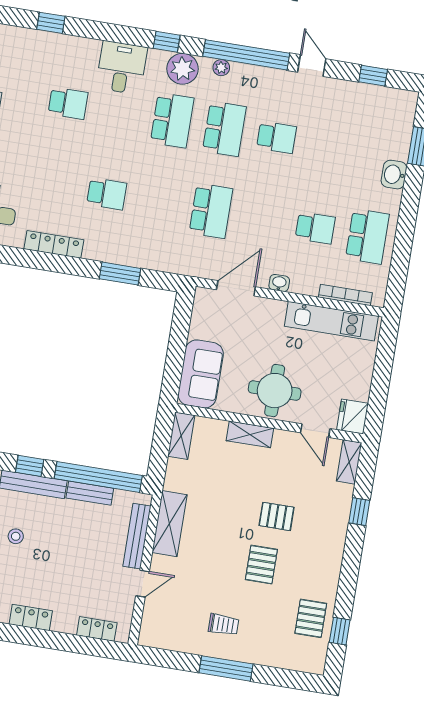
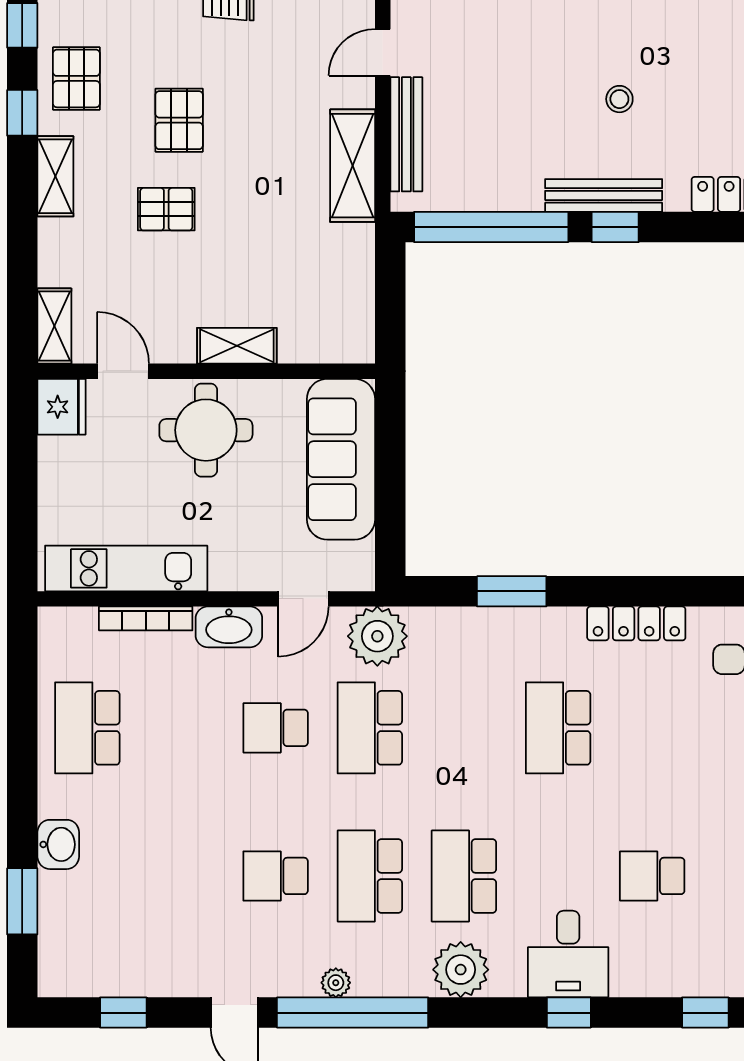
window: (167, 42) -> (569, 1013), moved
plant: (221, 68) -> (336, 983), moved
school desk: (107, 194) -> (558, 728), width x1.85
school desk: (315, 228) -> (276, 728), moved
plant: (198, 261) -> (377, 636), added
washbasin: (279, 283) -> (229, 627), width x1.91, depth x1.45
door: (236, 288) -> (303, 599), width x0.73
bookcase: (345, 295) -> (146, 618), moved
sofa: (201, 374) -> (341, 459), width x1.36
shelving: (181, 436) -> (55, 176), moved
bench: (90, 493) -> (501, 196), removed
window: (359, 512) -> (22, 113), moved
pallet: (311, 618) -> (76, 78), moved

